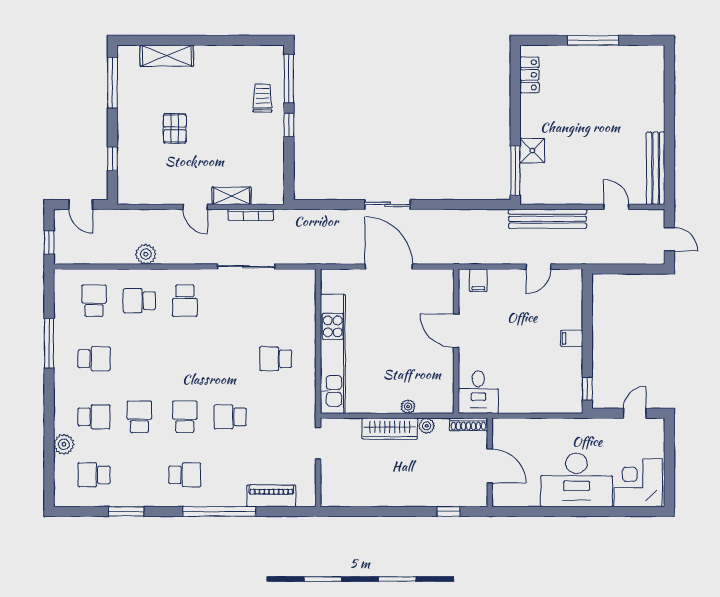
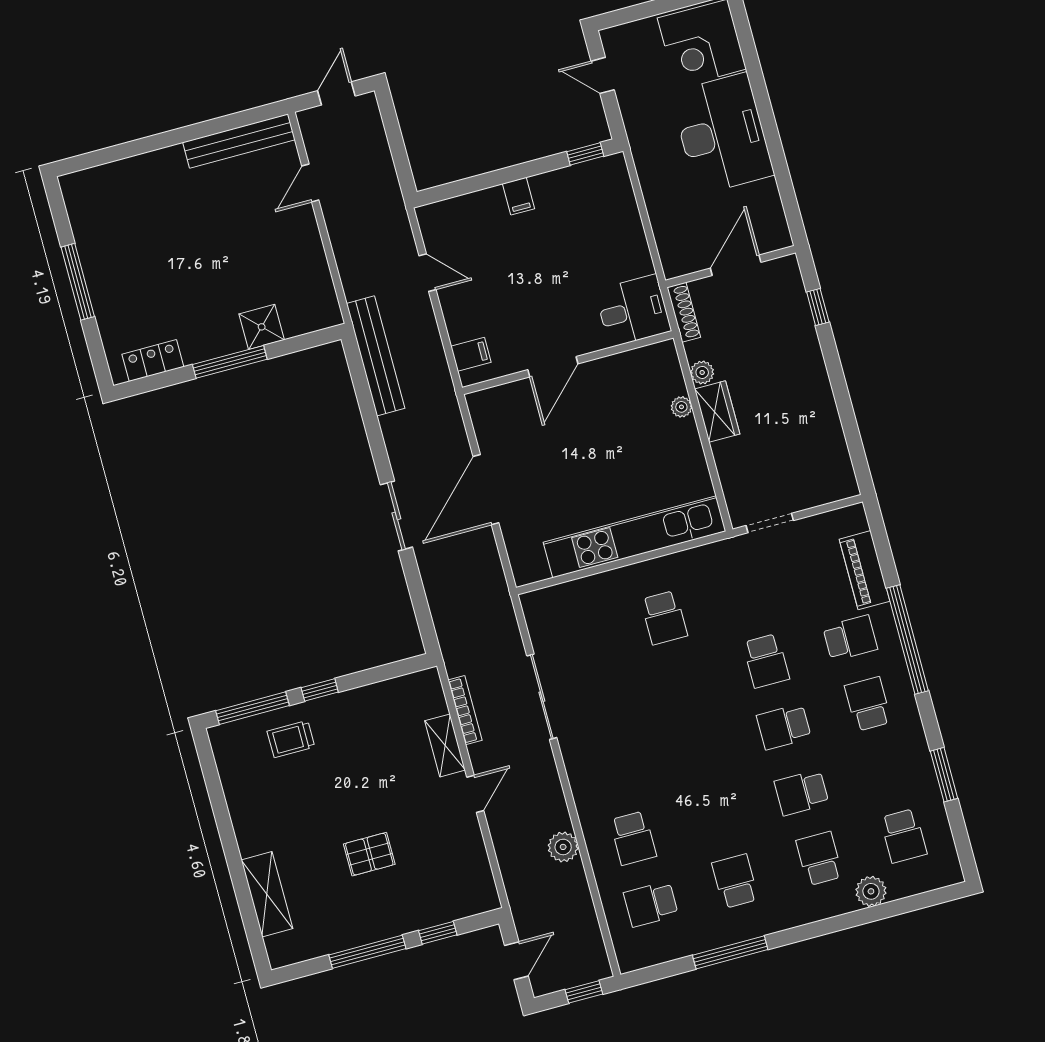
window: (112, 83) -> (367, 952), moved
window: (515, 171) -> (230, 362), moved
bench: (548, 219) -> (376, 356), moved
school desk: (185, 301) -> (850, 638), moved
wardrobe: (390, 429) -> (717, 412), width x0.67

